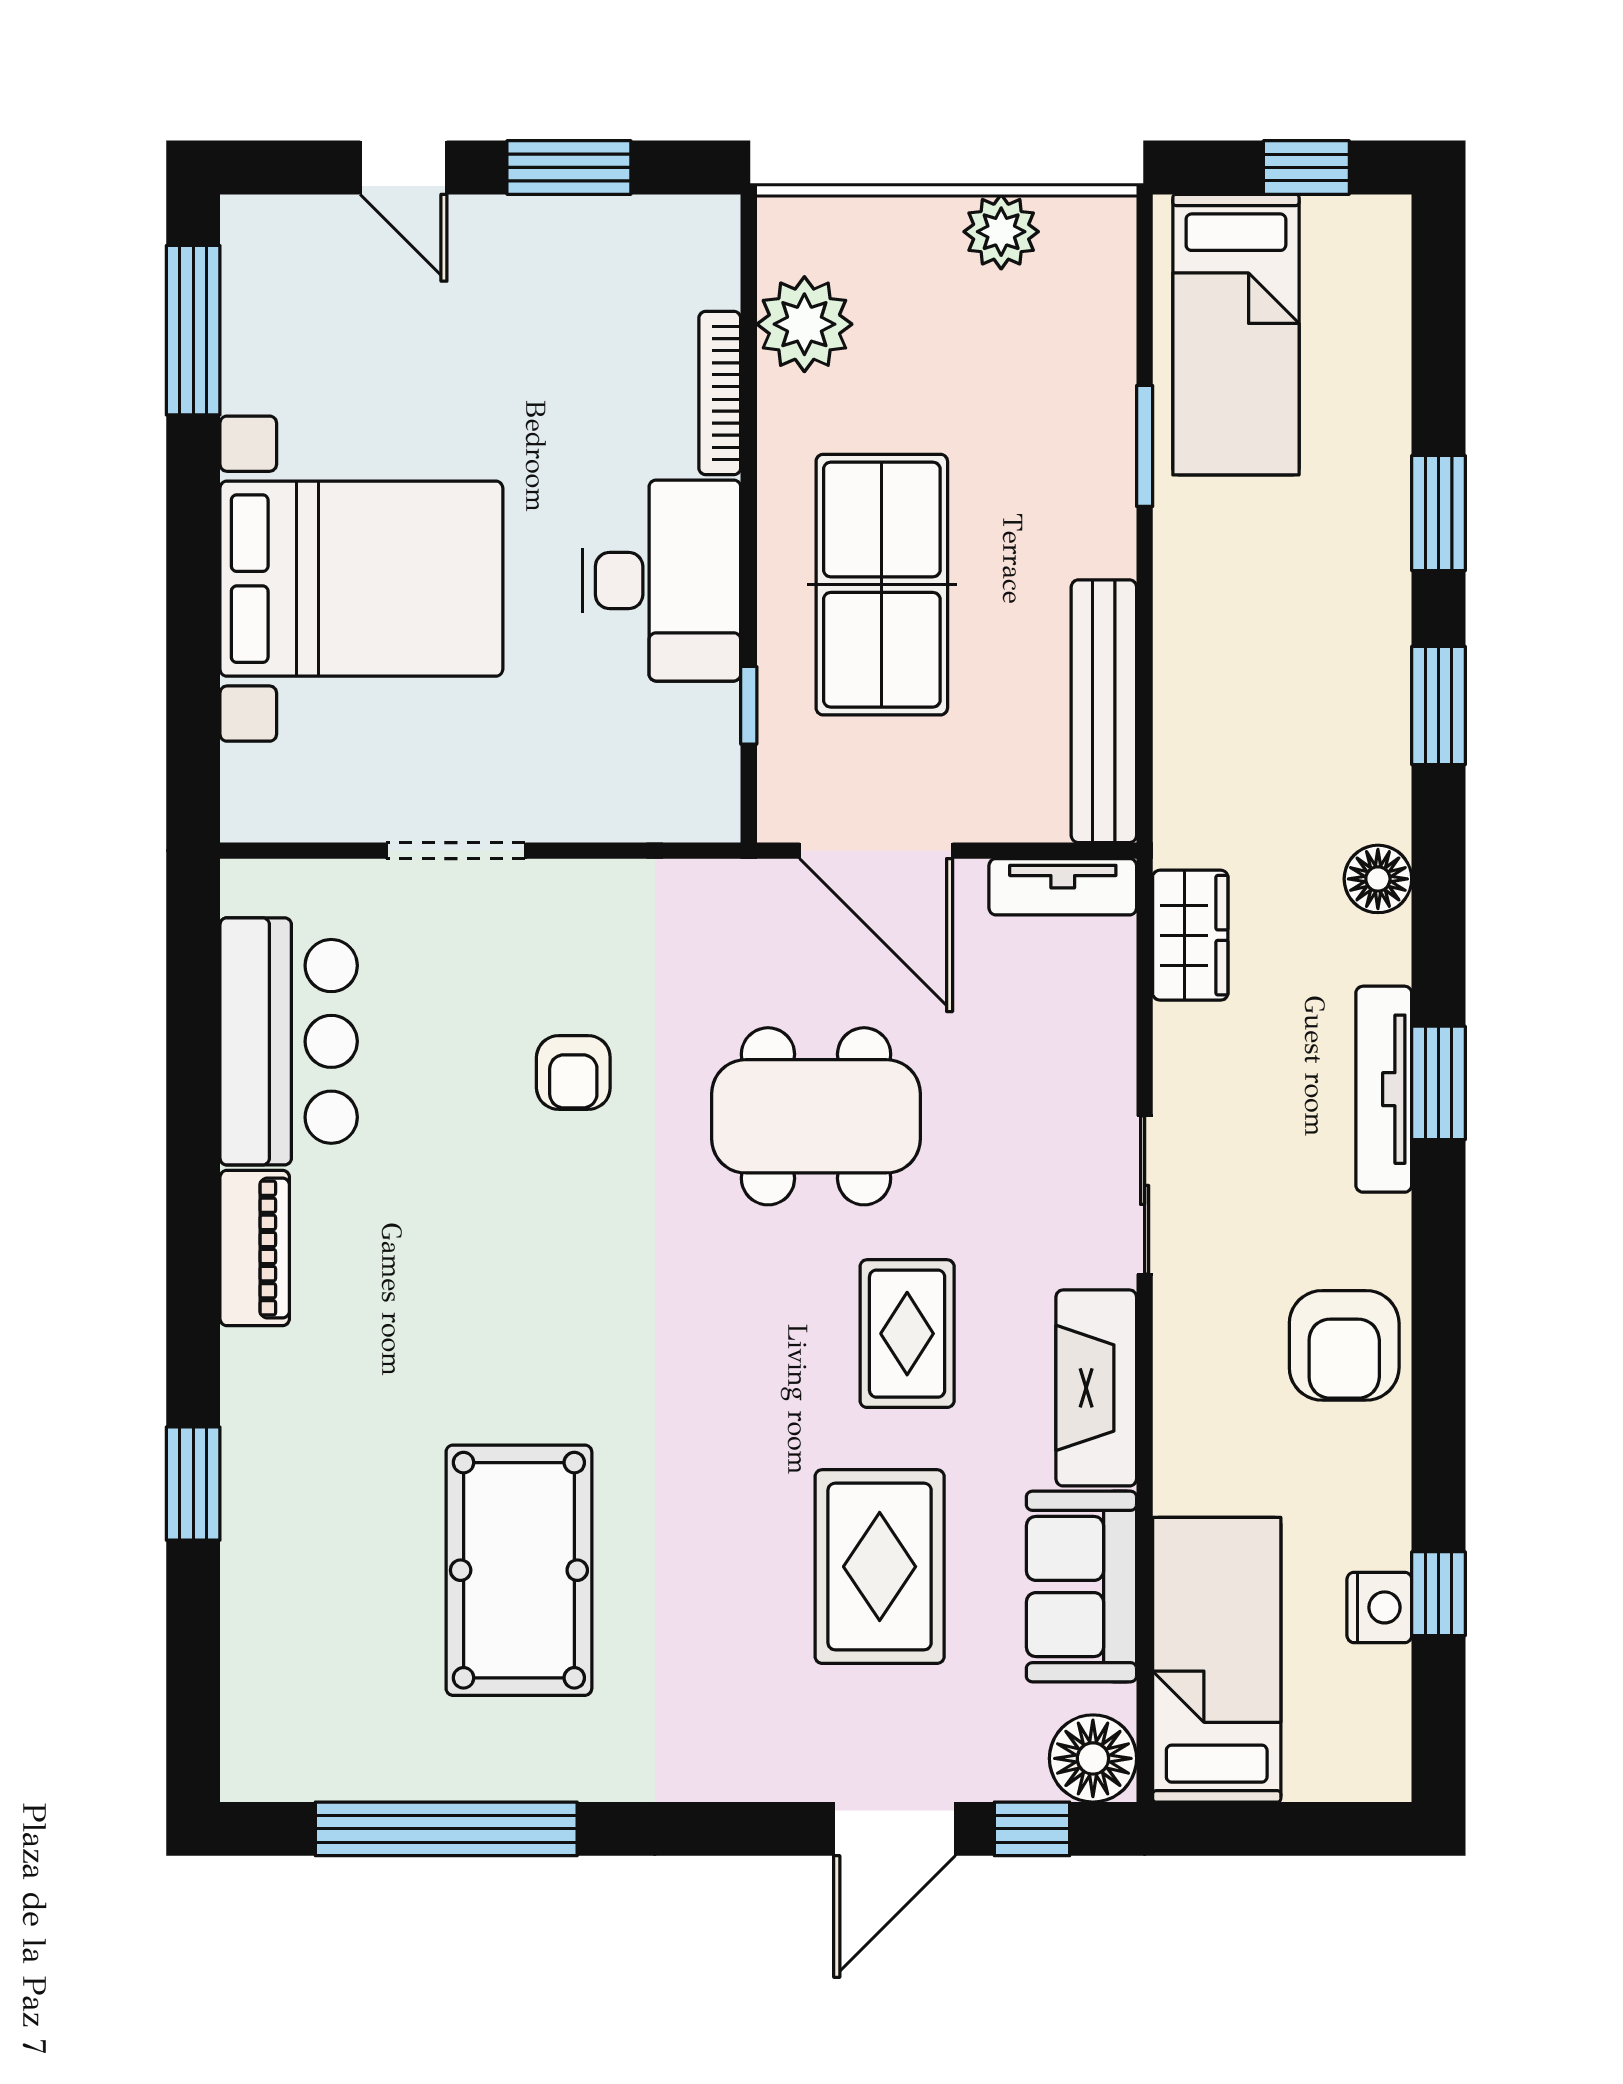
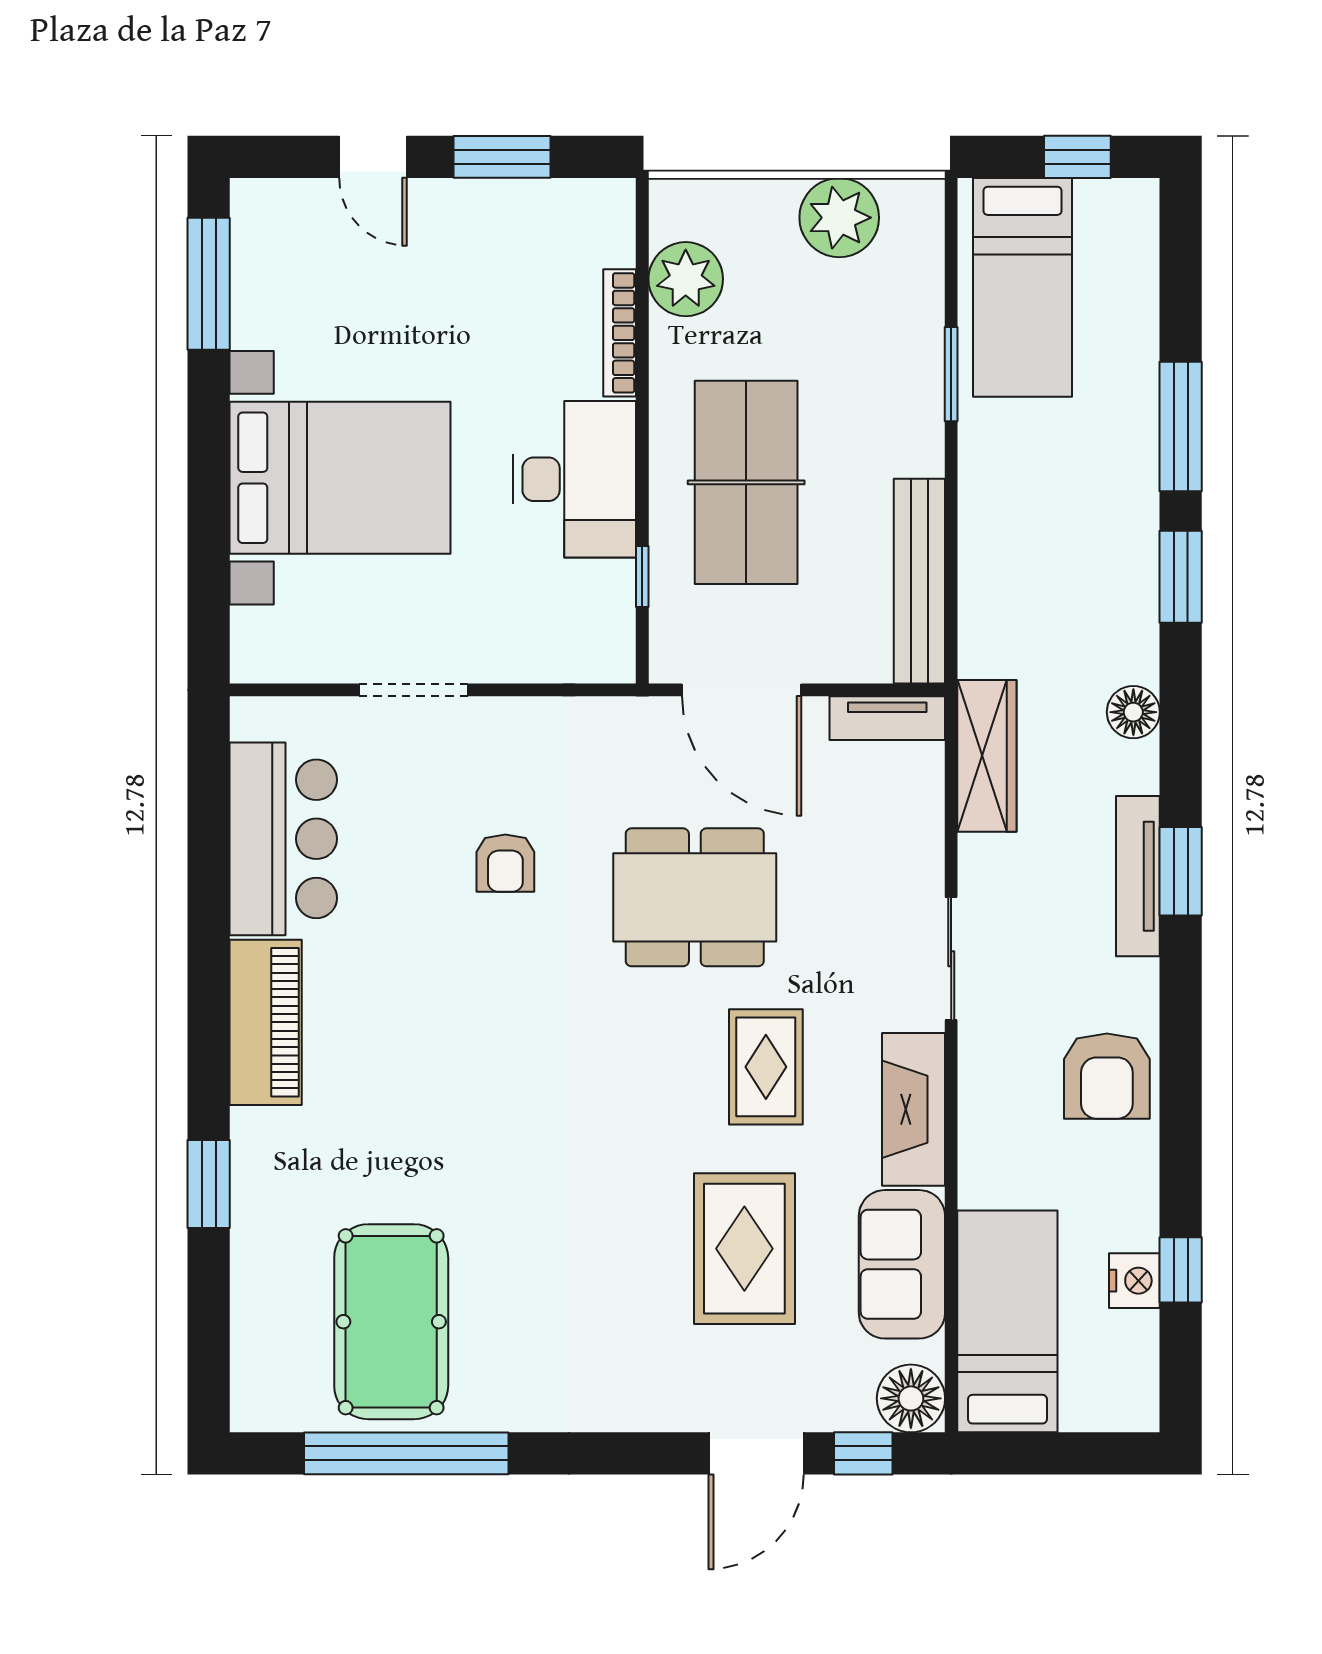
plant: (1001, 232) -> (839, 218), width x1.36, depth x1.36
window: (1439, 513) -> (1181, 427), width x1.44
wardrobe: (1190, 935) -> (987, 756), width x1.50
piano: (255, 1248) -> (266, 1022), width x1.37, depth x1.33
pool table: (519, 1570) -> (391, 1322), moved

